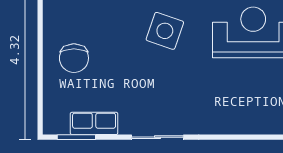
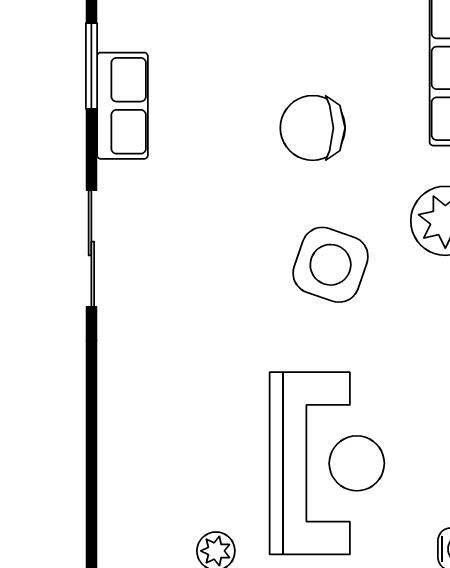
chair: (74, 58) -> (313, 128), moved

